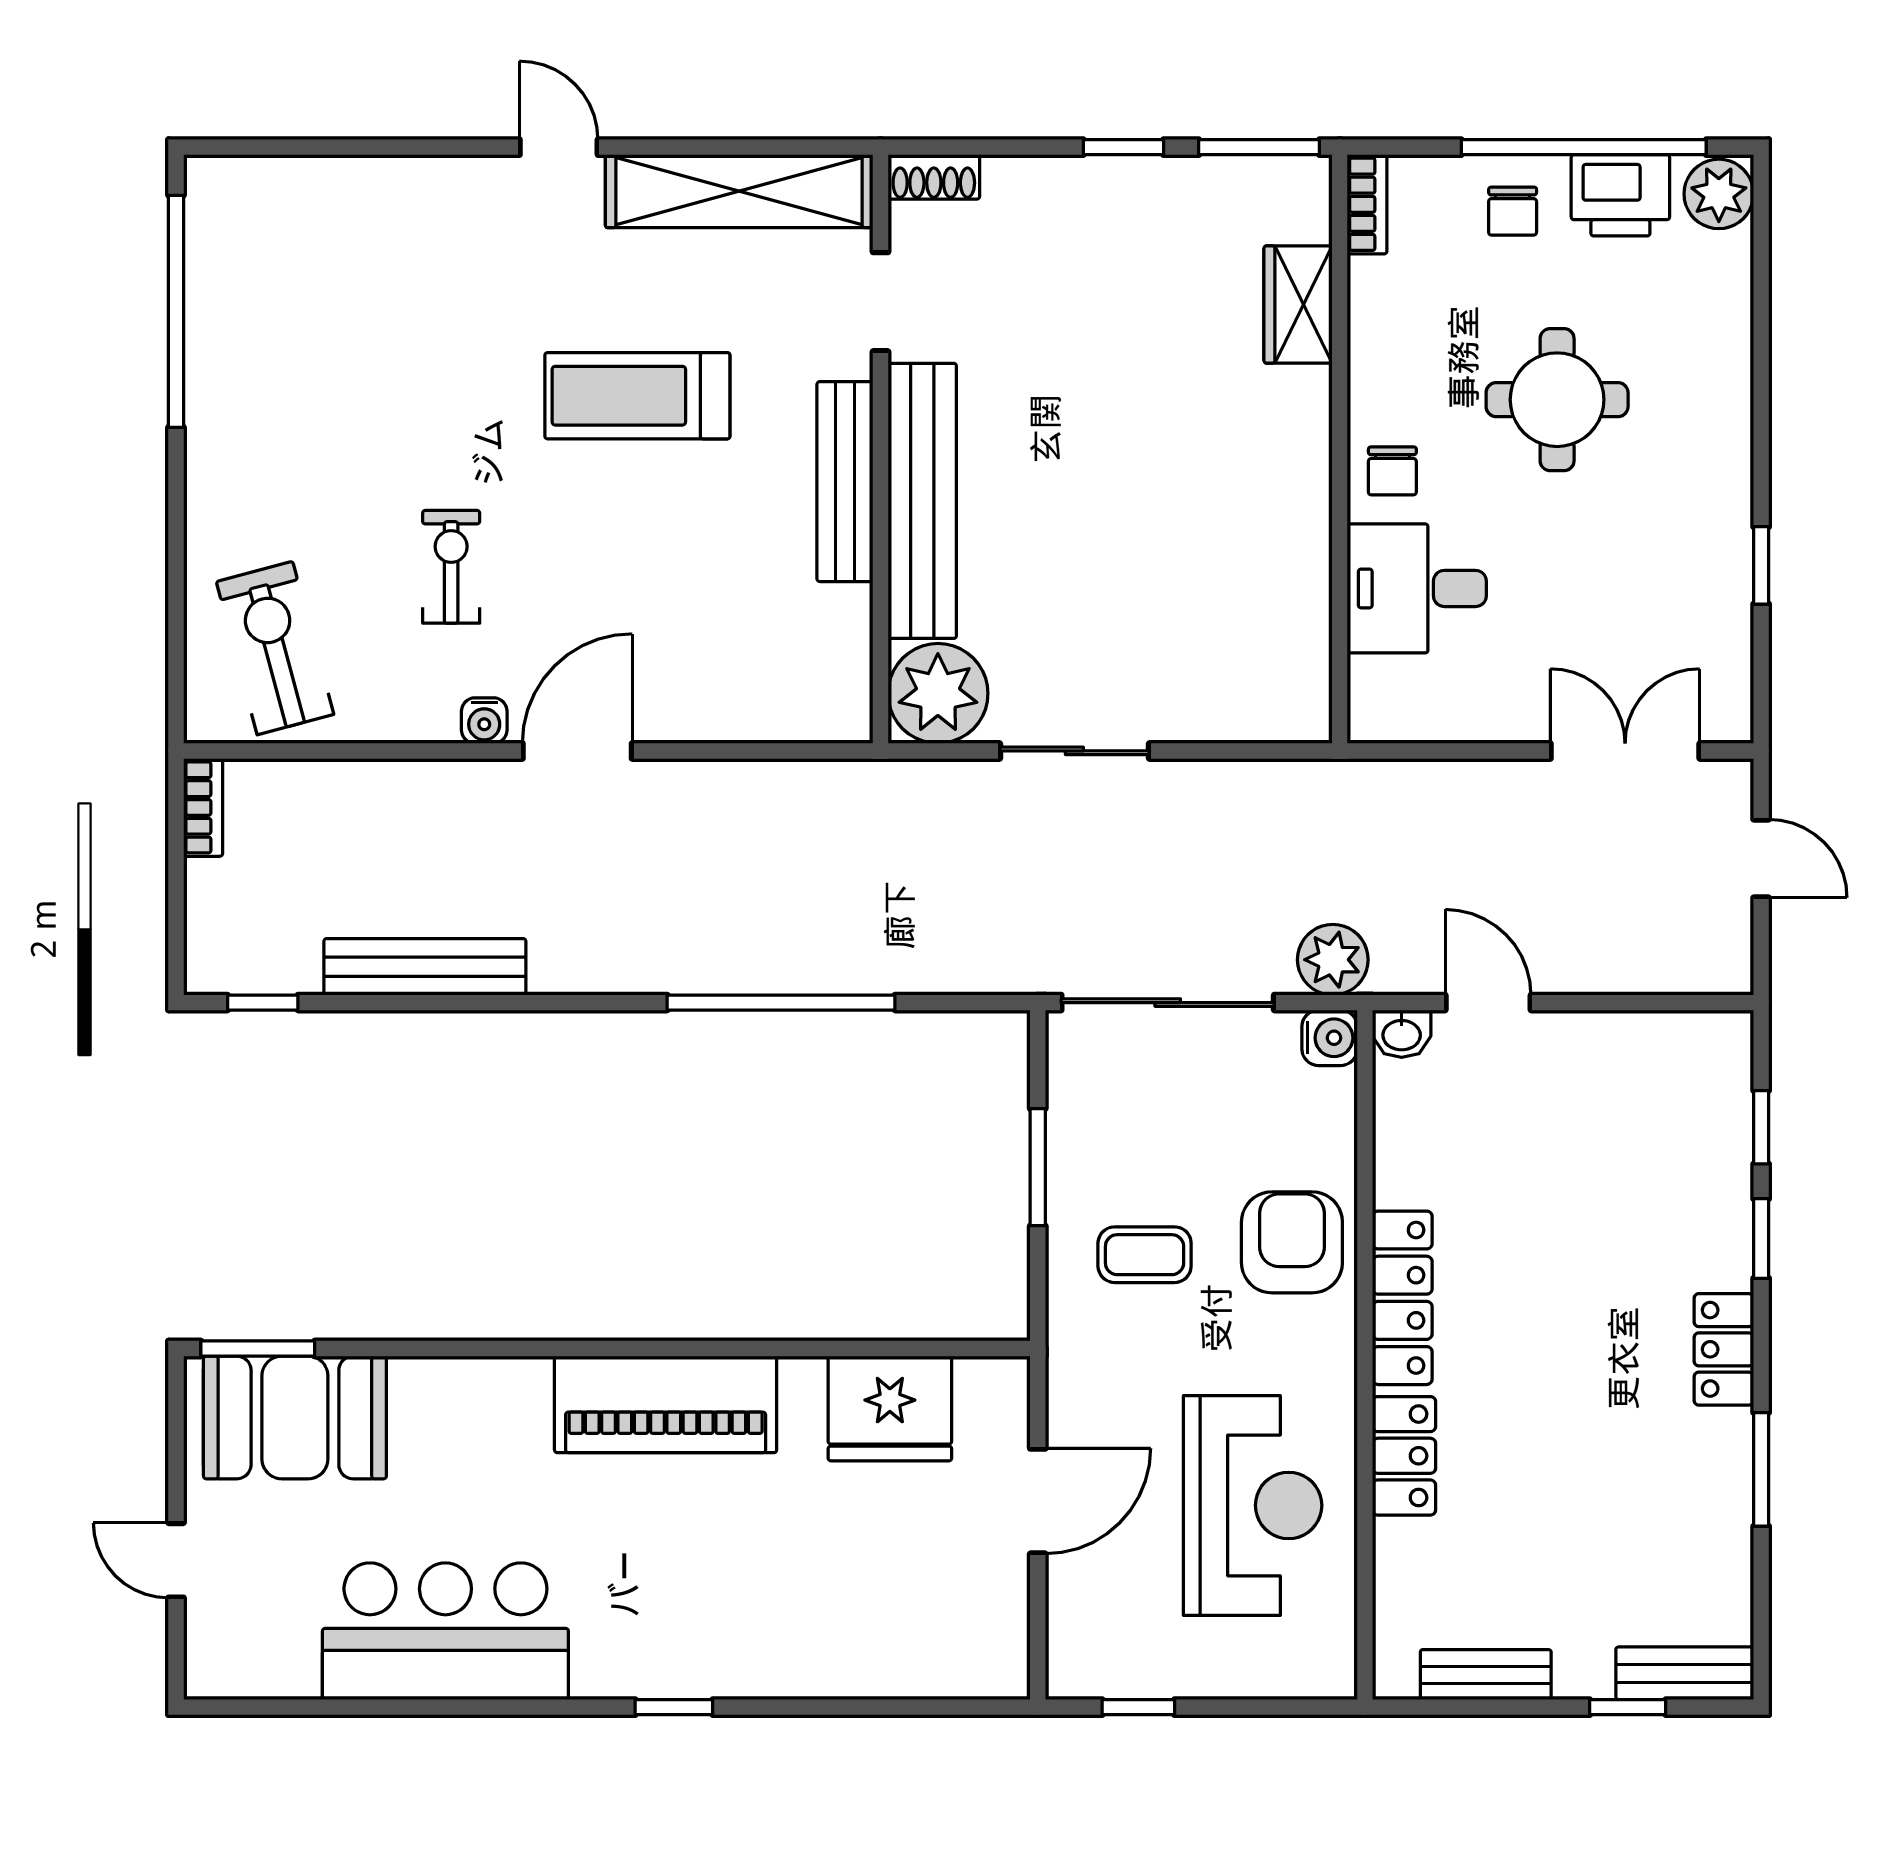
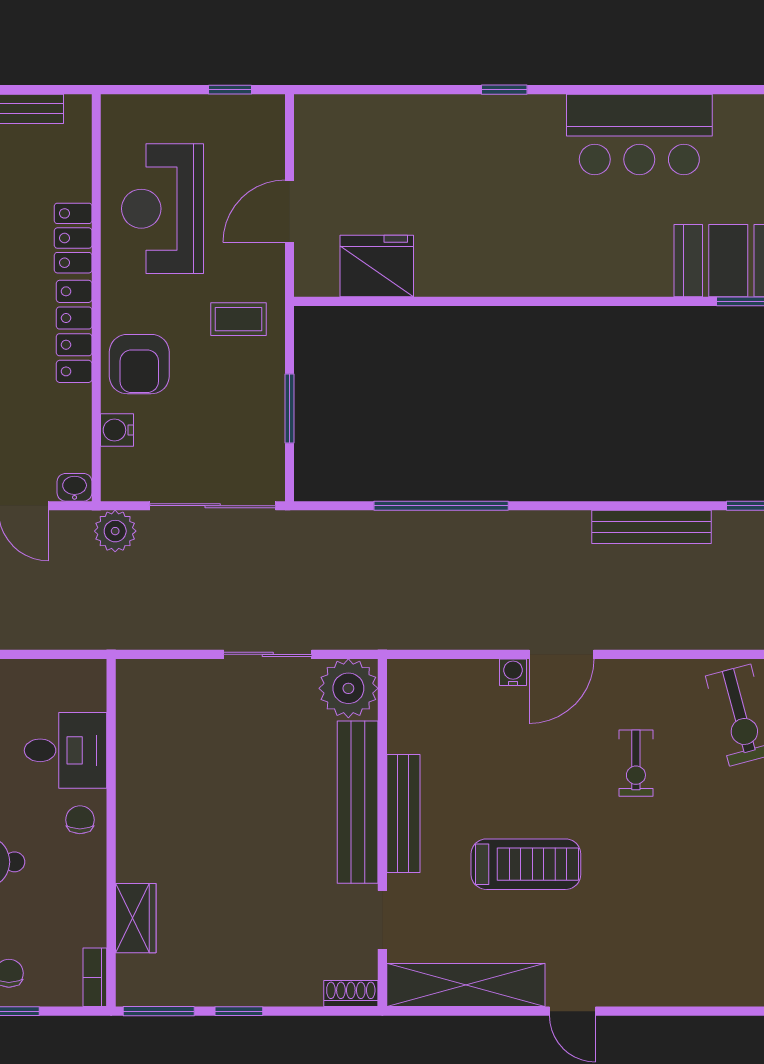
water cooler: (484, 721) -> (513, 672), moved
water cooler: (1330, 1038) -> (117, 430), moved
coffee table: (1145, 1255) -> (239, 319), moved
piano: (666, 1404) -> (509, 268), removed

